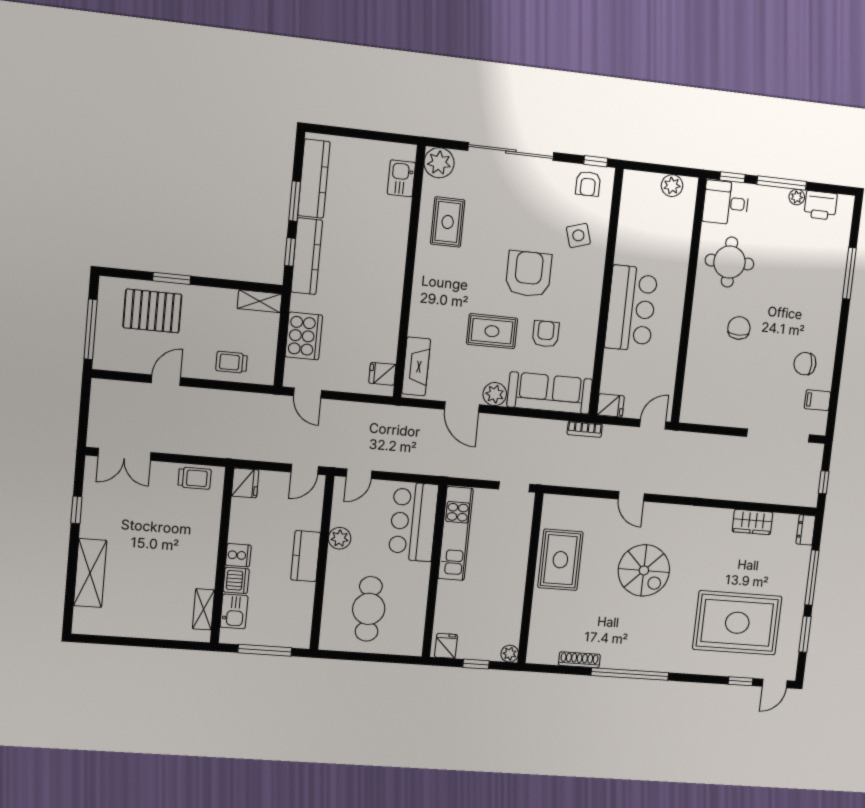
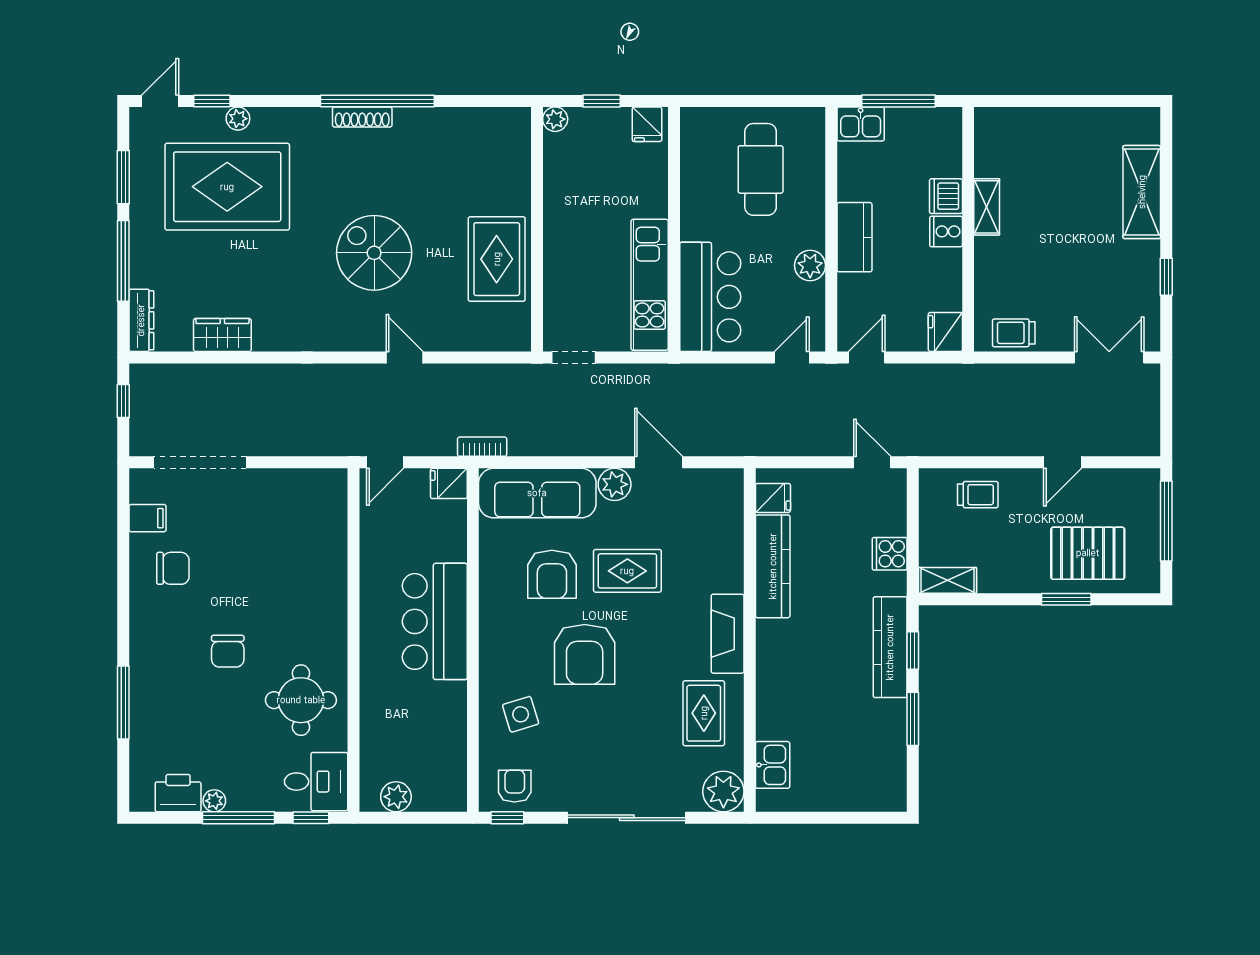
kitchen counter: (314, 179) -> (773, 566), moved, turned 180
chair: (739, 328) -> (228, 651), moved
armchair: (546, 334) -> (552, 574), width x1.38, depth x1.38
cooker: (304, 336) -> (890, 554), width x0.53, depth x0.76
fireplace: (416, 366) -> (728, 634), moved
dresser: (806, 530) -> (141, 320), width x1.44
shelving: (203, 609) -> (987, 207), moved
kitchen sink: (234, 611) -> (861, 124), moved, turned -90
shoe rack: (579, 660) -> (362, 117), moved
plant: (725, 668) -> (238, 119), added

